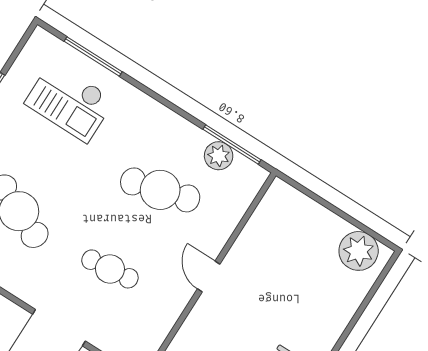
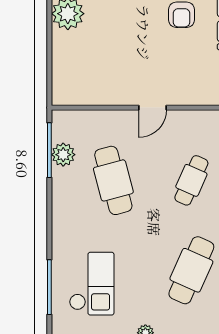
cafe table: (110, 269) -> (191, 180), turned 30

